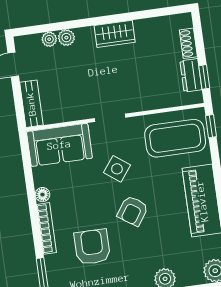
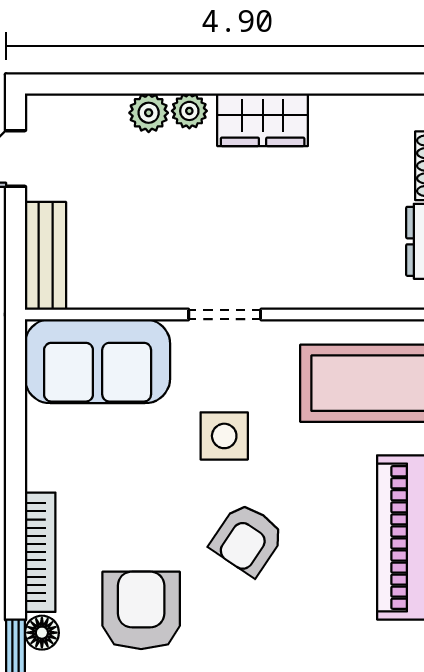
plant: (49, 39) -> (189, 111), moved
side table: (117, 169) -> (224, 436), turned -37
floor lamp: (43, 195) -> (42, 633), moved

